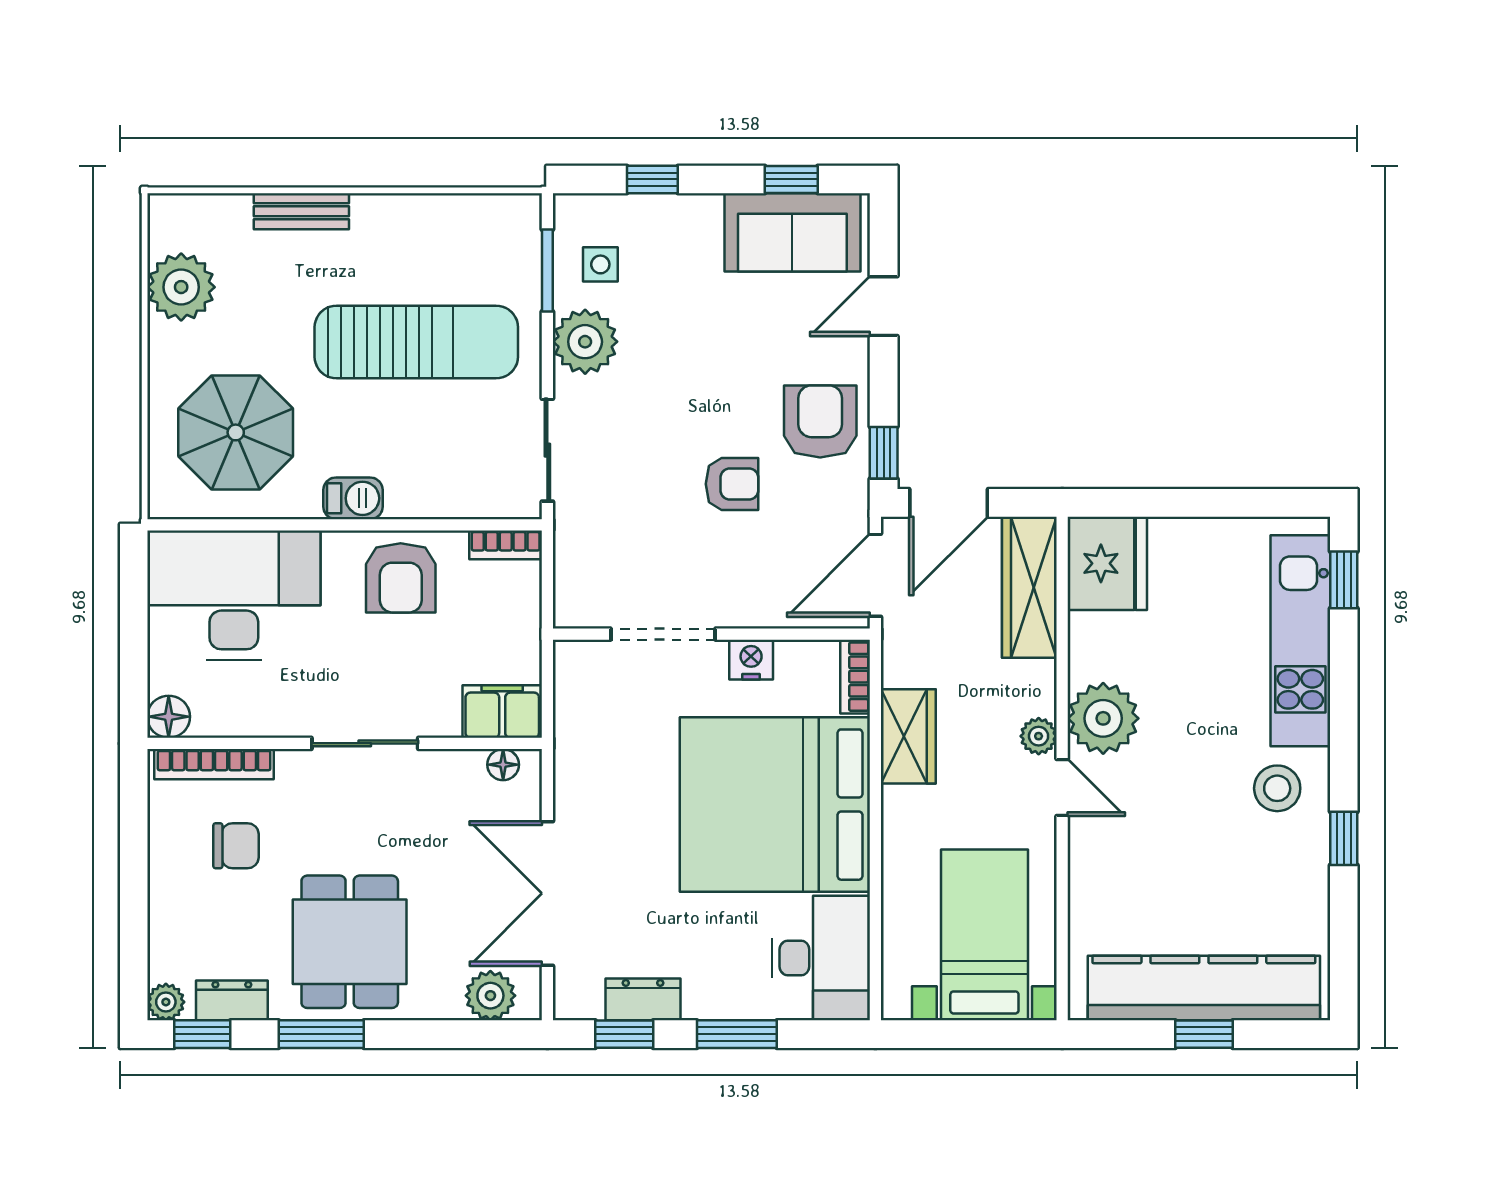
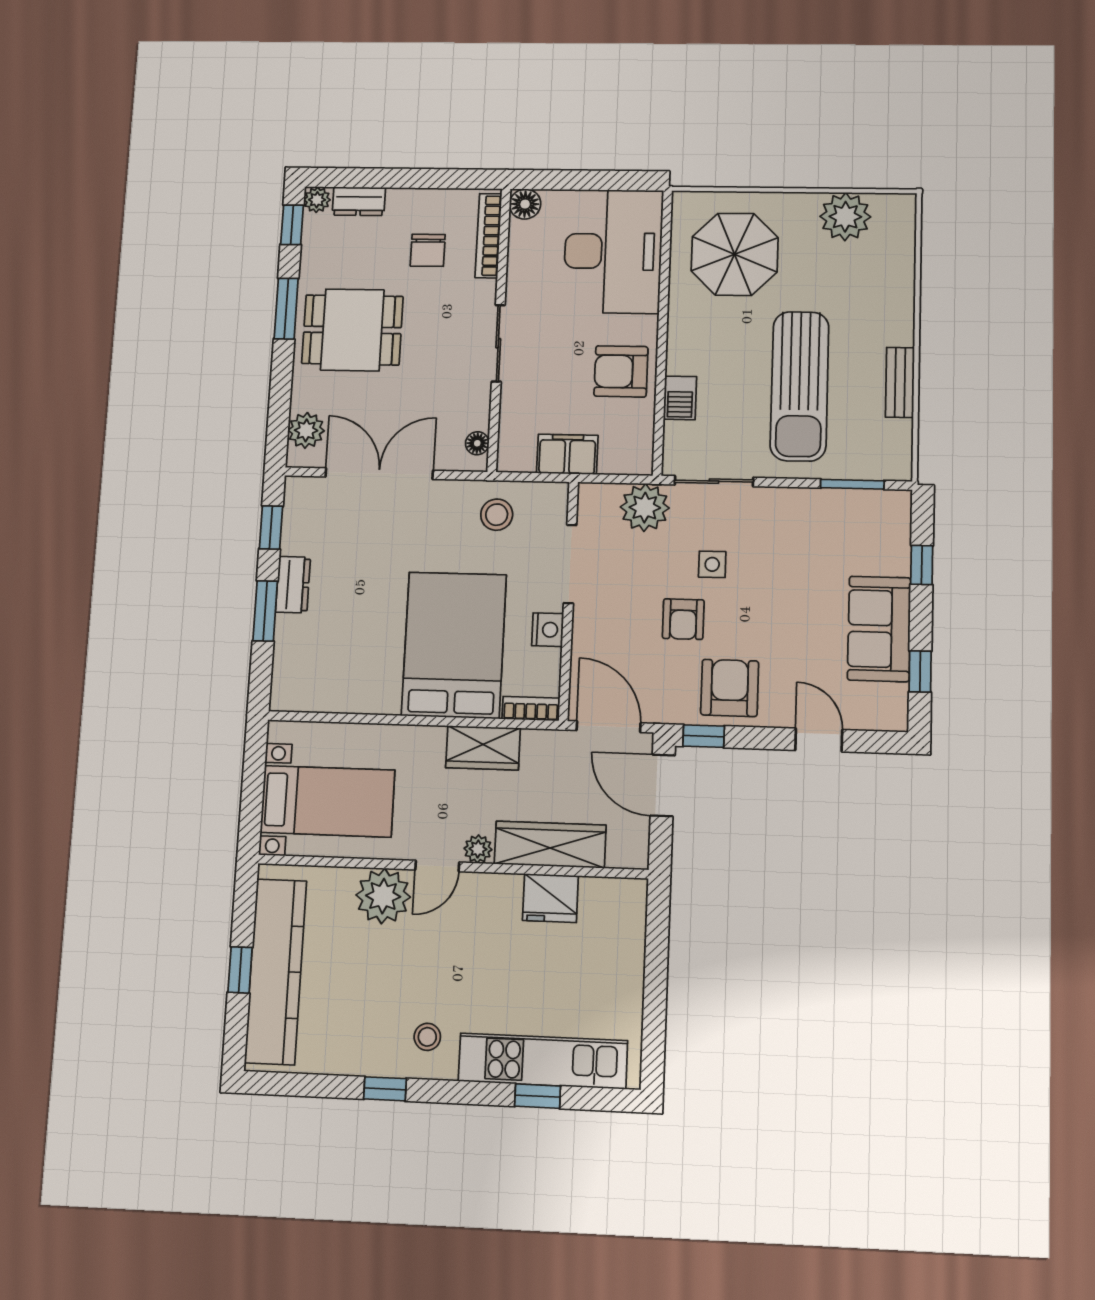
bench: (301, 211) -> (900, 382), moved
sofa: (792, 232) -> (879, 629), moved
side table: (600, 264) -> (712, 564), moved
plant: (585, 342) -> (645, 508), moved
armchair: (820, 421) -> (730, 688), turned -90
barbecue: (353, 498) -> (680, 398), moved
bookcase: (506, 545) -> (643, 449), removed
fridge: (1107, 563) -> (550, 898), moved, width x0.73, depth x0.75
window: (1344, 580) -> (537, 1096), moved
wardrobe: (1029, 587) -> (550, 845), moved
filing cabinet: (502, 712) -> (567, 454), moved, turned -90
plant: (1103, 718) -> (383, 896), moved
stool: (599, 734) -> (497, 515), added
stool: (1277, 788) -> (427, 1037), width x0.73, depth x0.73
bed: (775, 805) -> (454, 645), width x0.73
desk: (821, 958) -> (318, 676), removed
dresser: (643, 999) -> (293, 585), moved
dresser: (232, 1000) -> (359, 201), moved, turned 90

